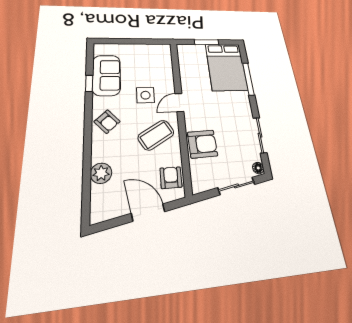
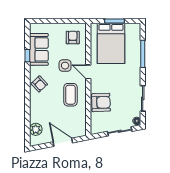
bed: (226, 67) -> (111, 43), moved
door: (179, 102) -> (88, 72), hinge flipped
coffee table: (156, 135) -> (71, 95), turned -59
plant: (101, 173) -> (36, 129), moved
armchair: (171, 178) -> (73, 37), moved

